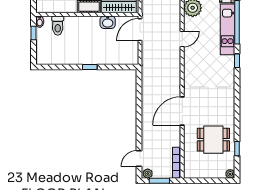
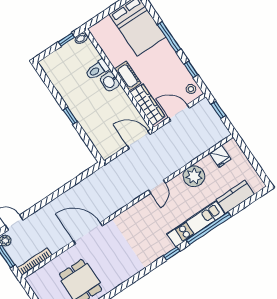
washbasin: (108, 22) -> (110, 81), moved
toilet: (58, 26) -> (97, 70), moved
door: (182, 39) -> (157, 187), hinge flipped

